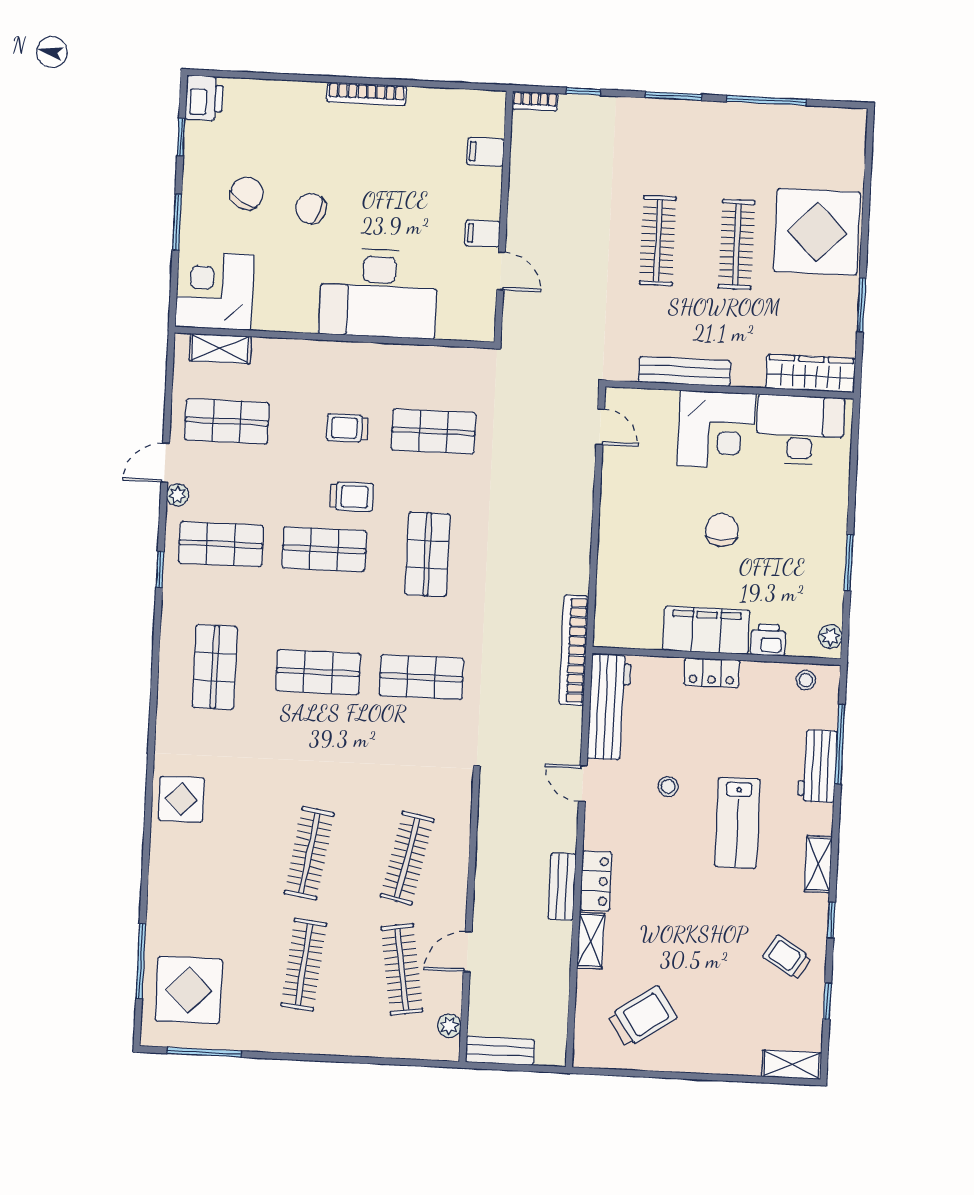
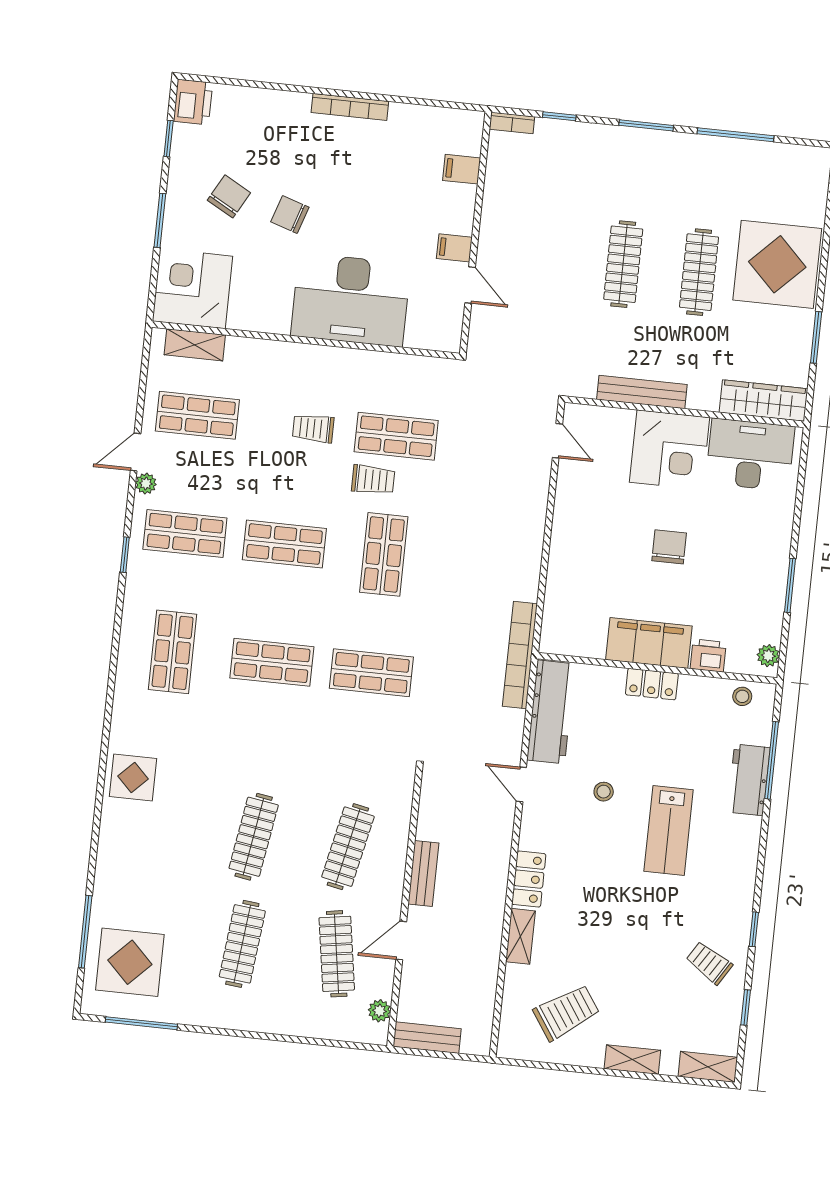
trolley: (352, 497) -> (373, 480), moved
shelving: (818, 864) -> (632, 1060), moved, turned 90
bench: (562, 887) -> (423, 873), moved

